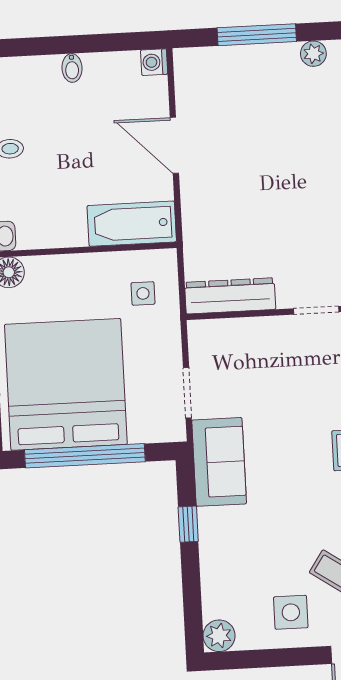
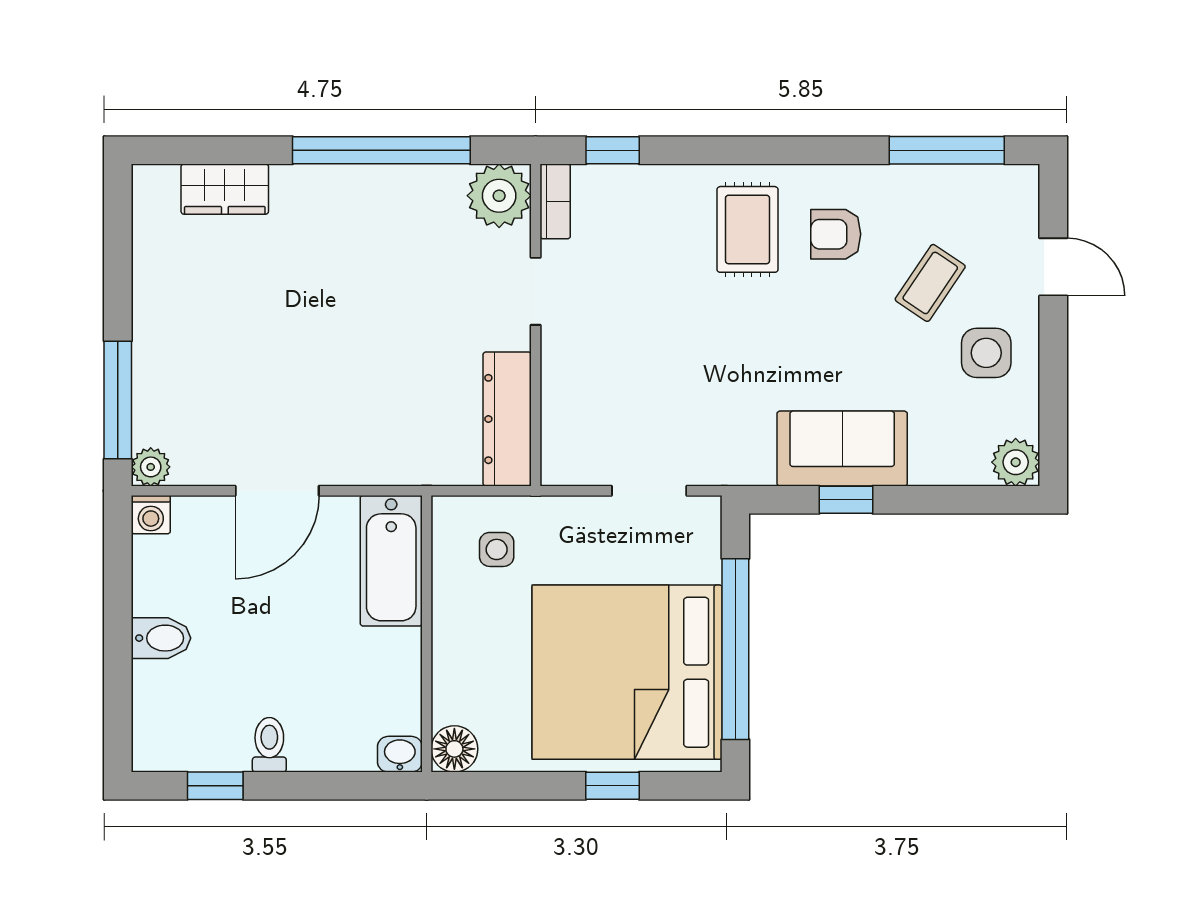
window: (257, 35) -> (118, 400), moved
plant: (313, 54) -> (151, 467), moved
bidet: (72, 68) -> (161, 638), width x1.38, depth x1.36
sofa: (219, 462) -> (842, 449), moved

